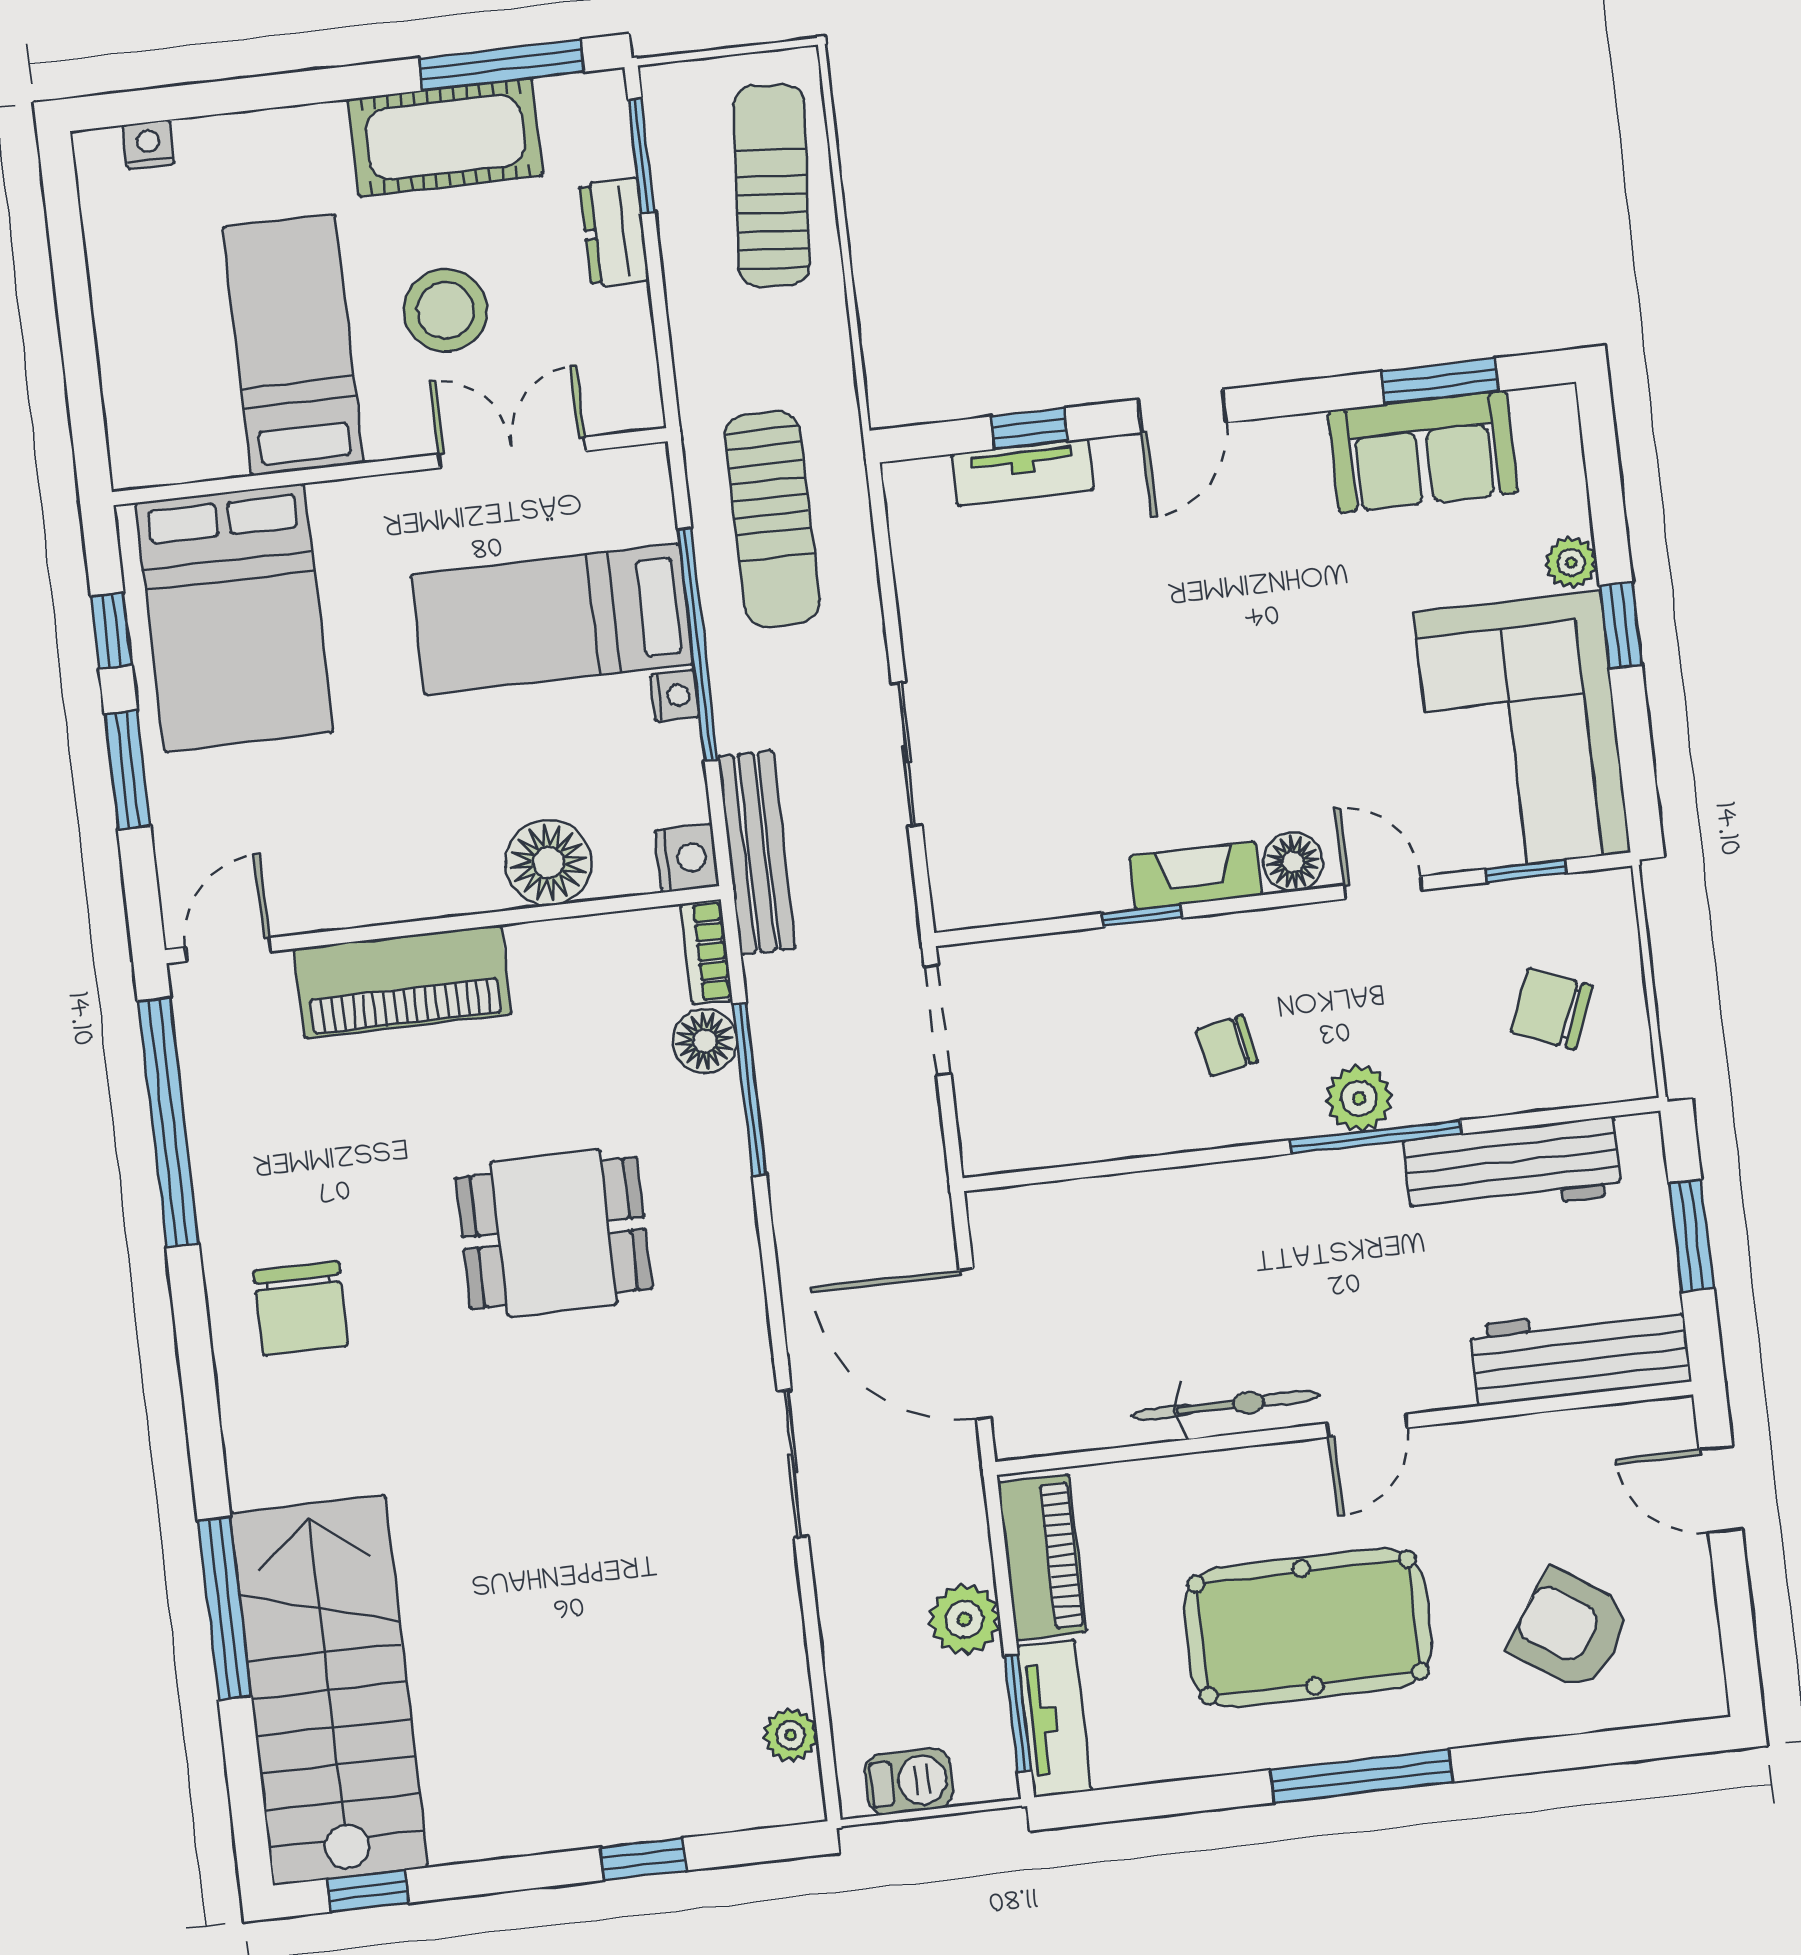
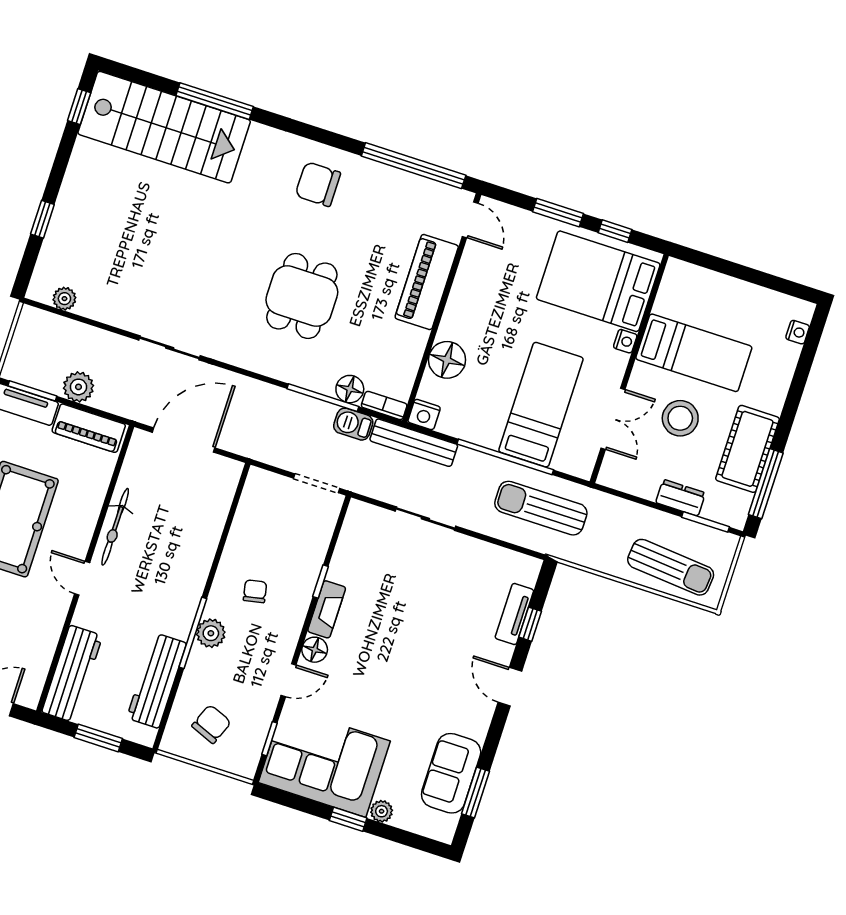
nightstand: (675, 696) -> (625, 341), moved, turned -90
barbecue: (909, 1781) -> (353, 424), moved, turned 90

